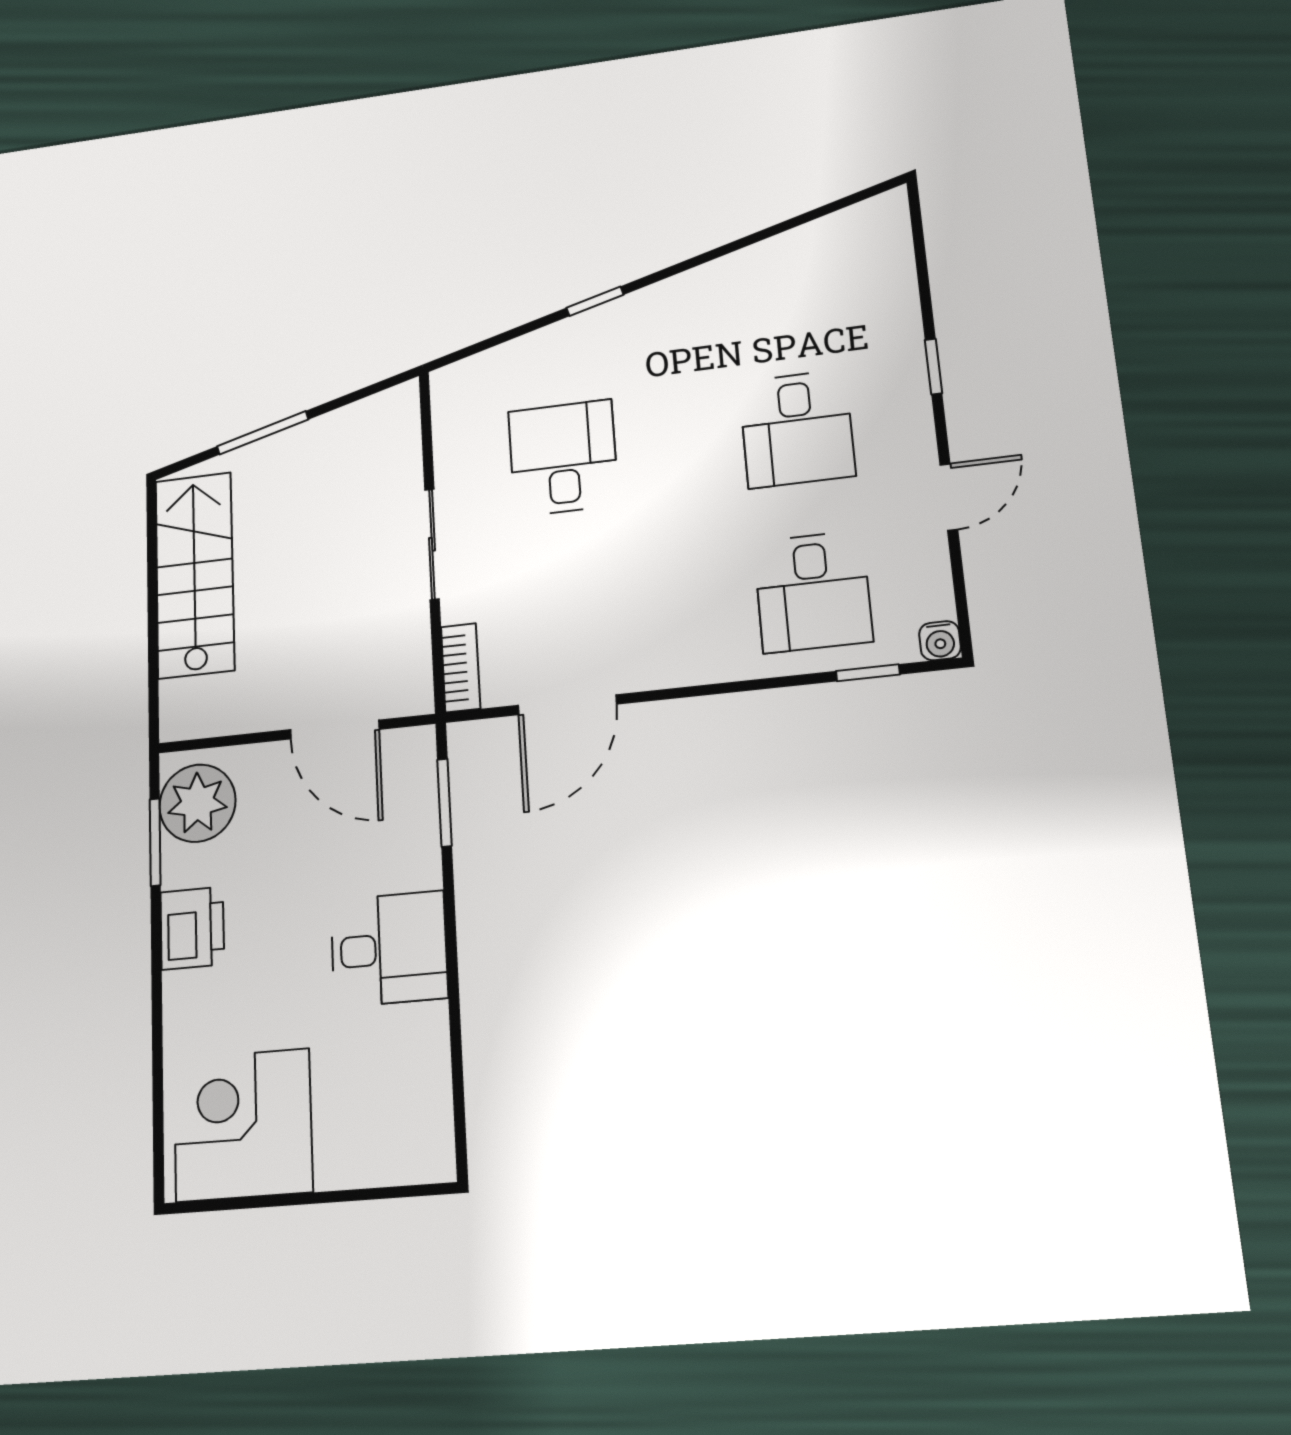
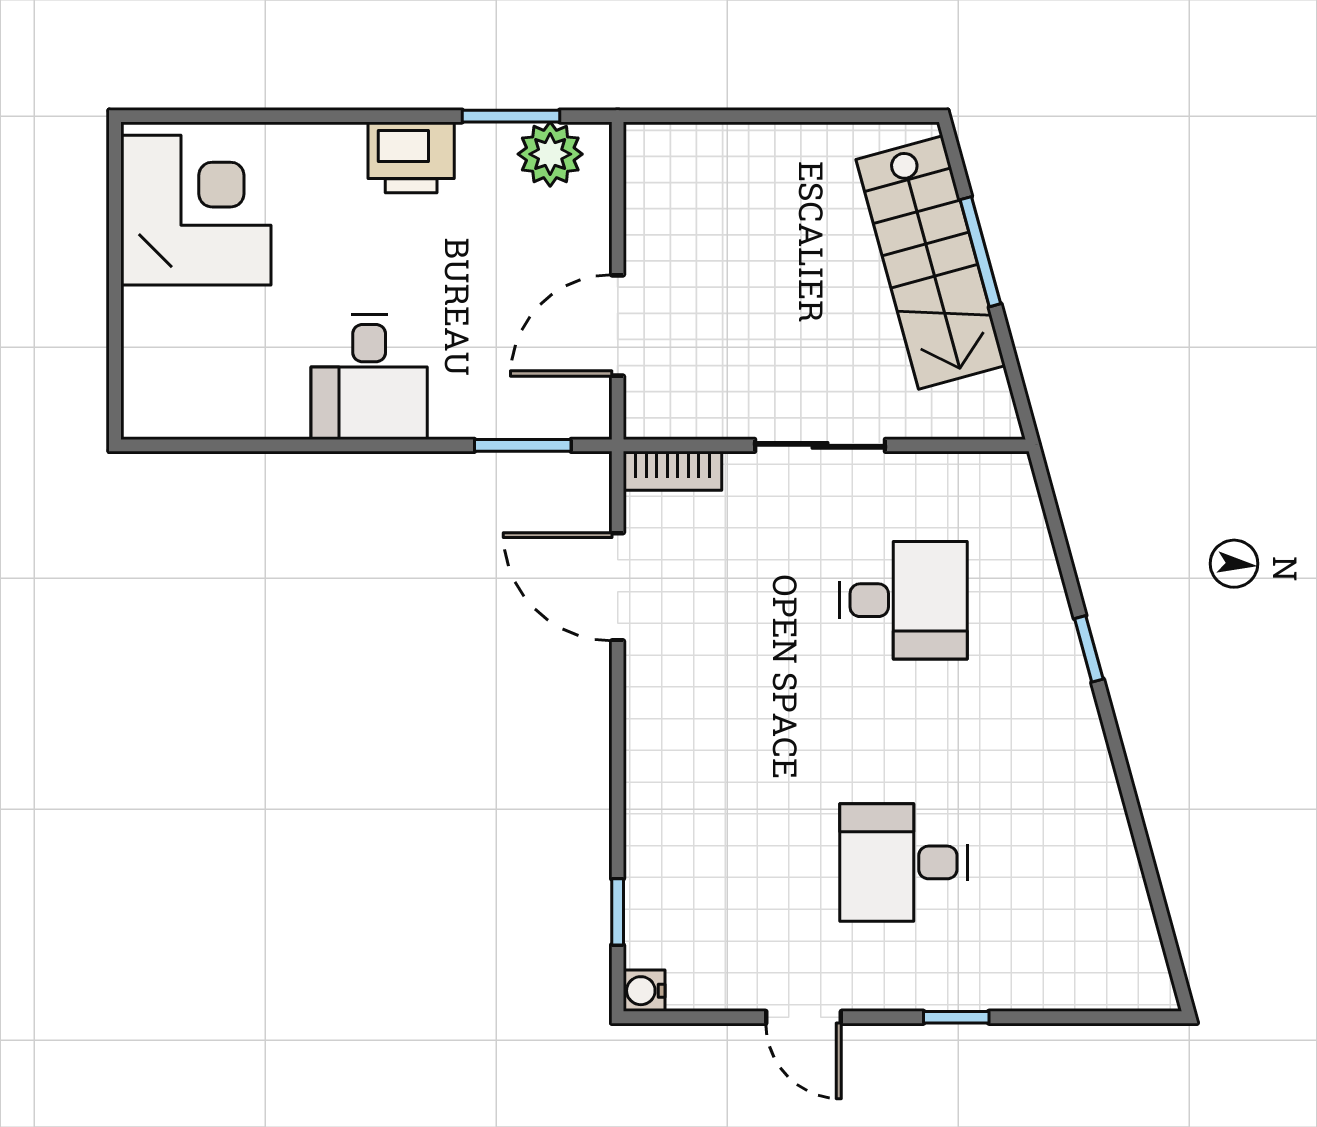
stairs: (195, 575) -> (931, 262), moved, turned 75
desk: (813, 592) -> (714, 862), removed
plant: (197, 803) -> (550, 154), width x0.73, depth x0.73

